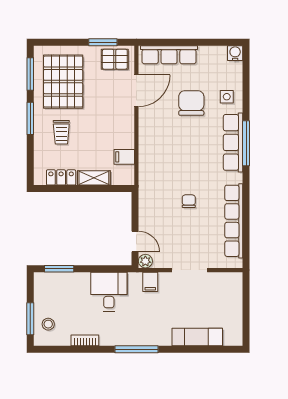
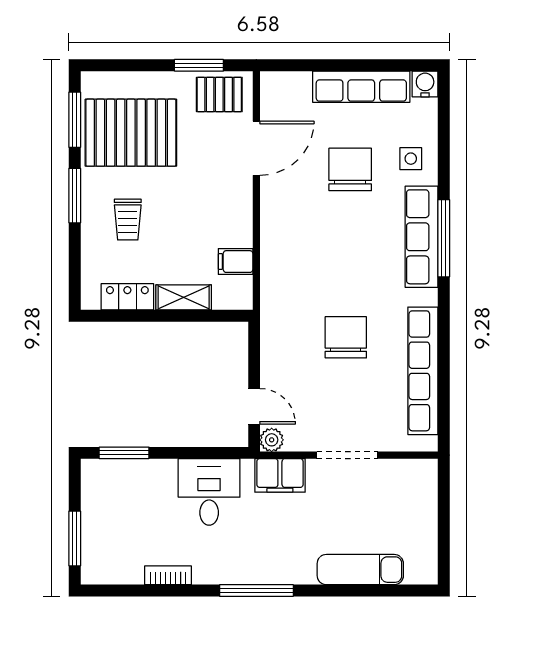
row of seats: (169, 55) -> (361, 87), moved
pallet: (63, 82) -> (131, 133), turned 90
chair: (189, 201) -> (346, 337), width x1.87, depth x1.87
filing cabinet: (150, 282) -> (280, 475), width x2.00
stool: (48, 324) -> (105, 548), removed

